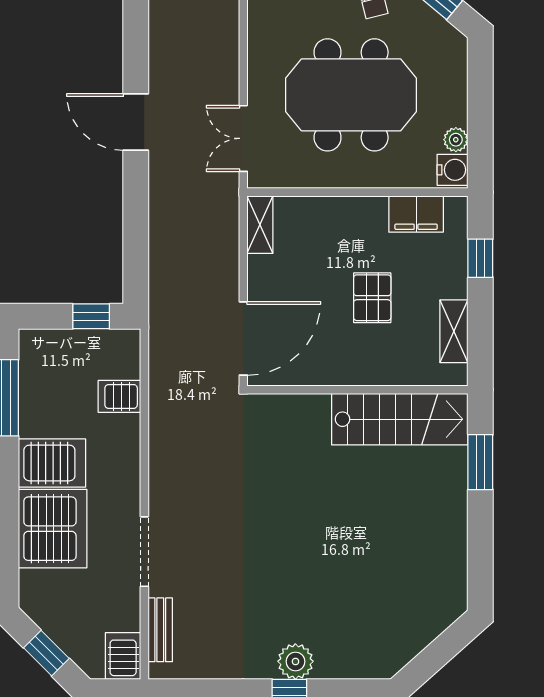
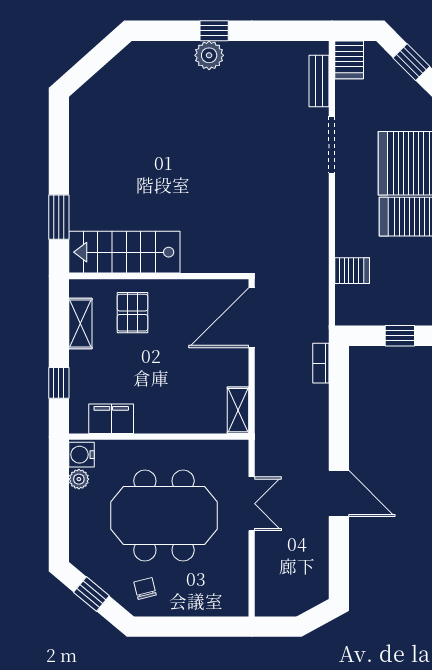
double door: (243, 138) -> (252, 504), moved
bookcase: (158, 283) -> (321, 363), added
pallet: (372, 298) -> (132, 313), moved
window: (91, 316) -> (400, 336), moved

